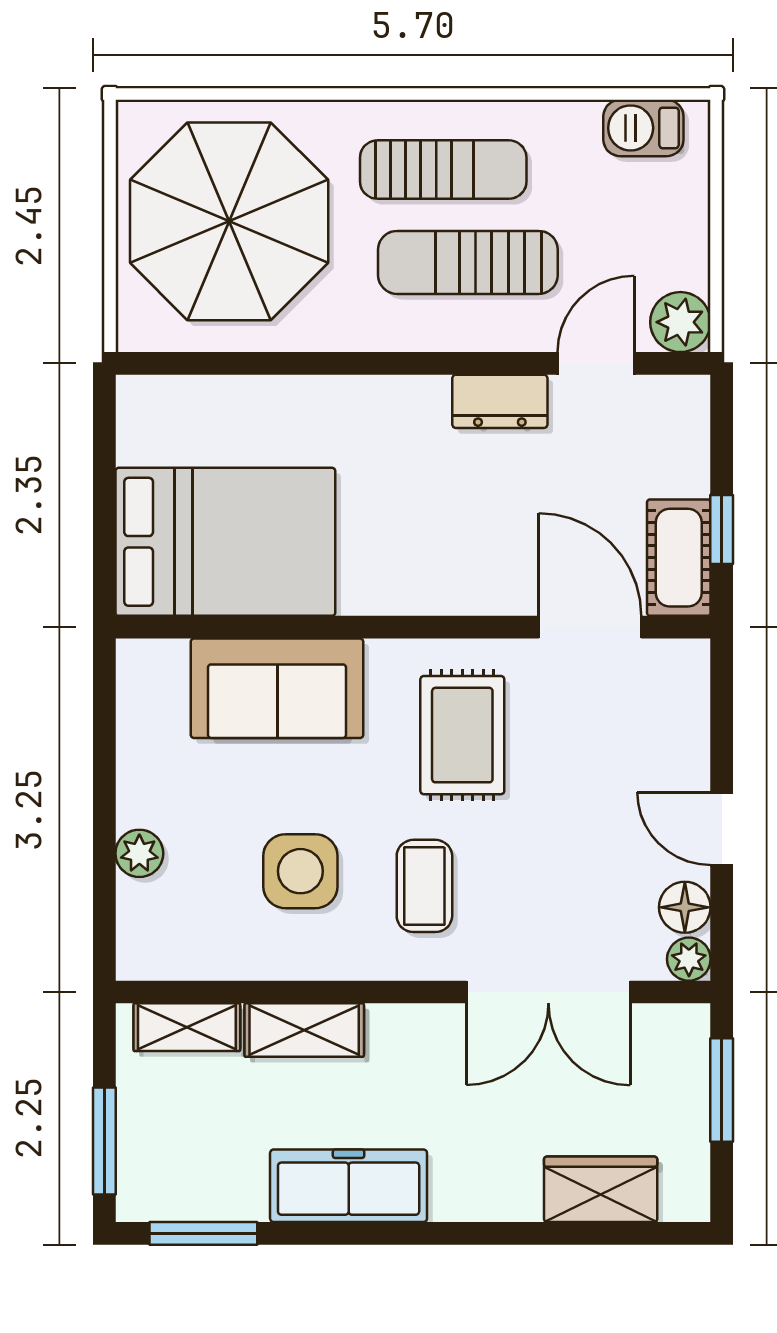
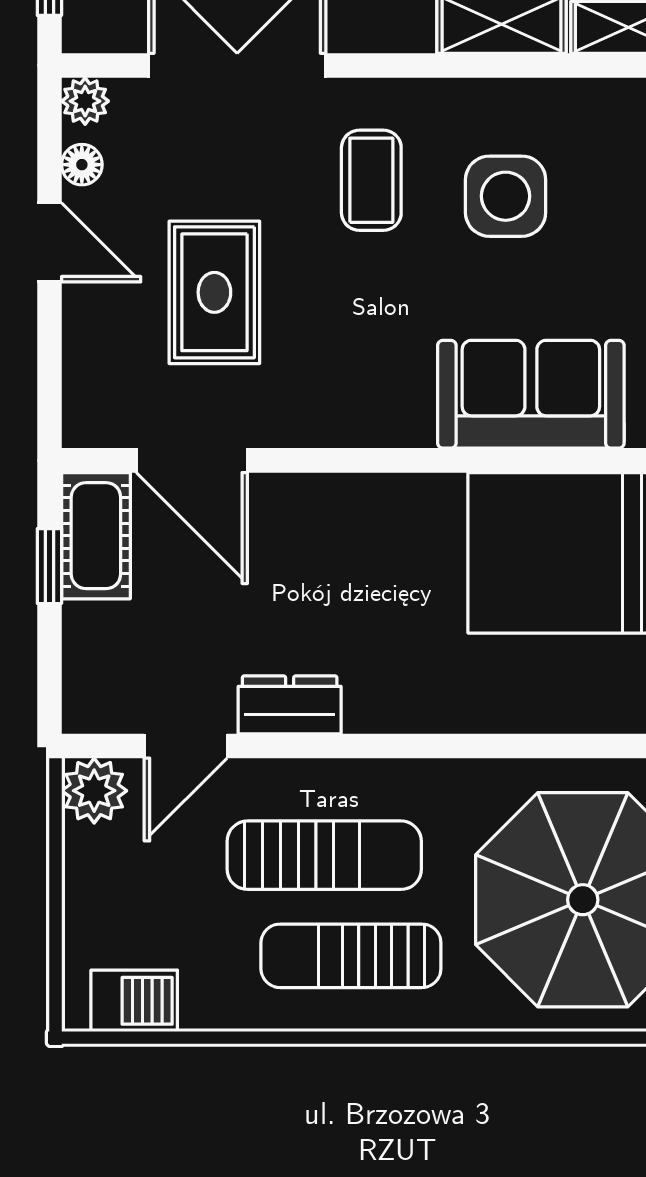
rug: (462, 735) -> (214, 292), moved
floor lamp: (685, 907) -> (82, 165), width x0.73, depth x0.73

